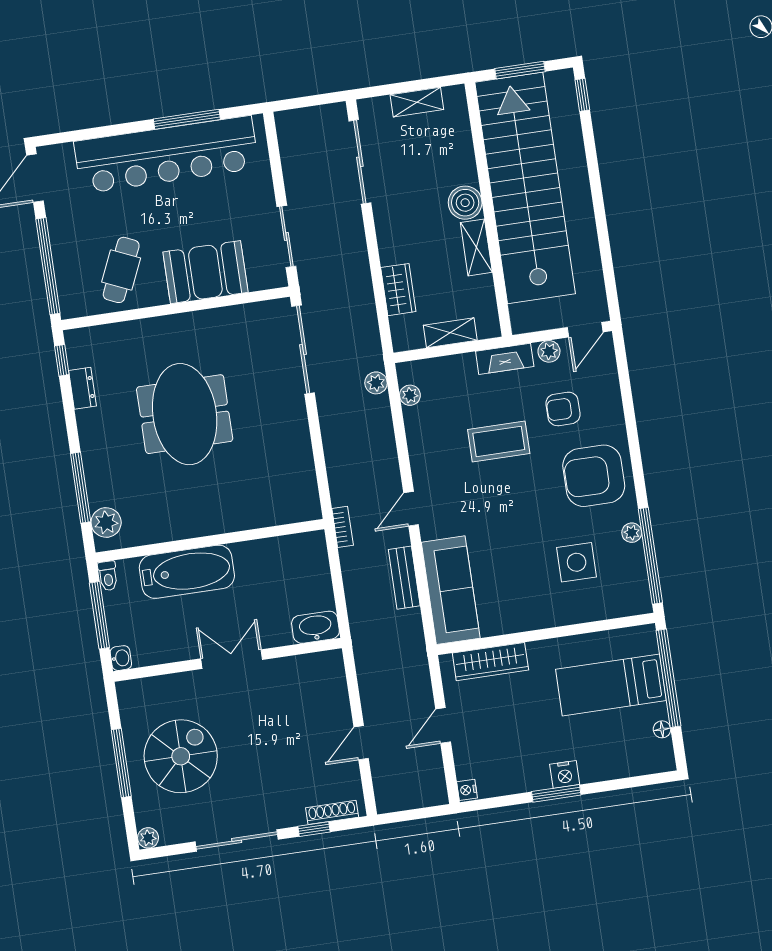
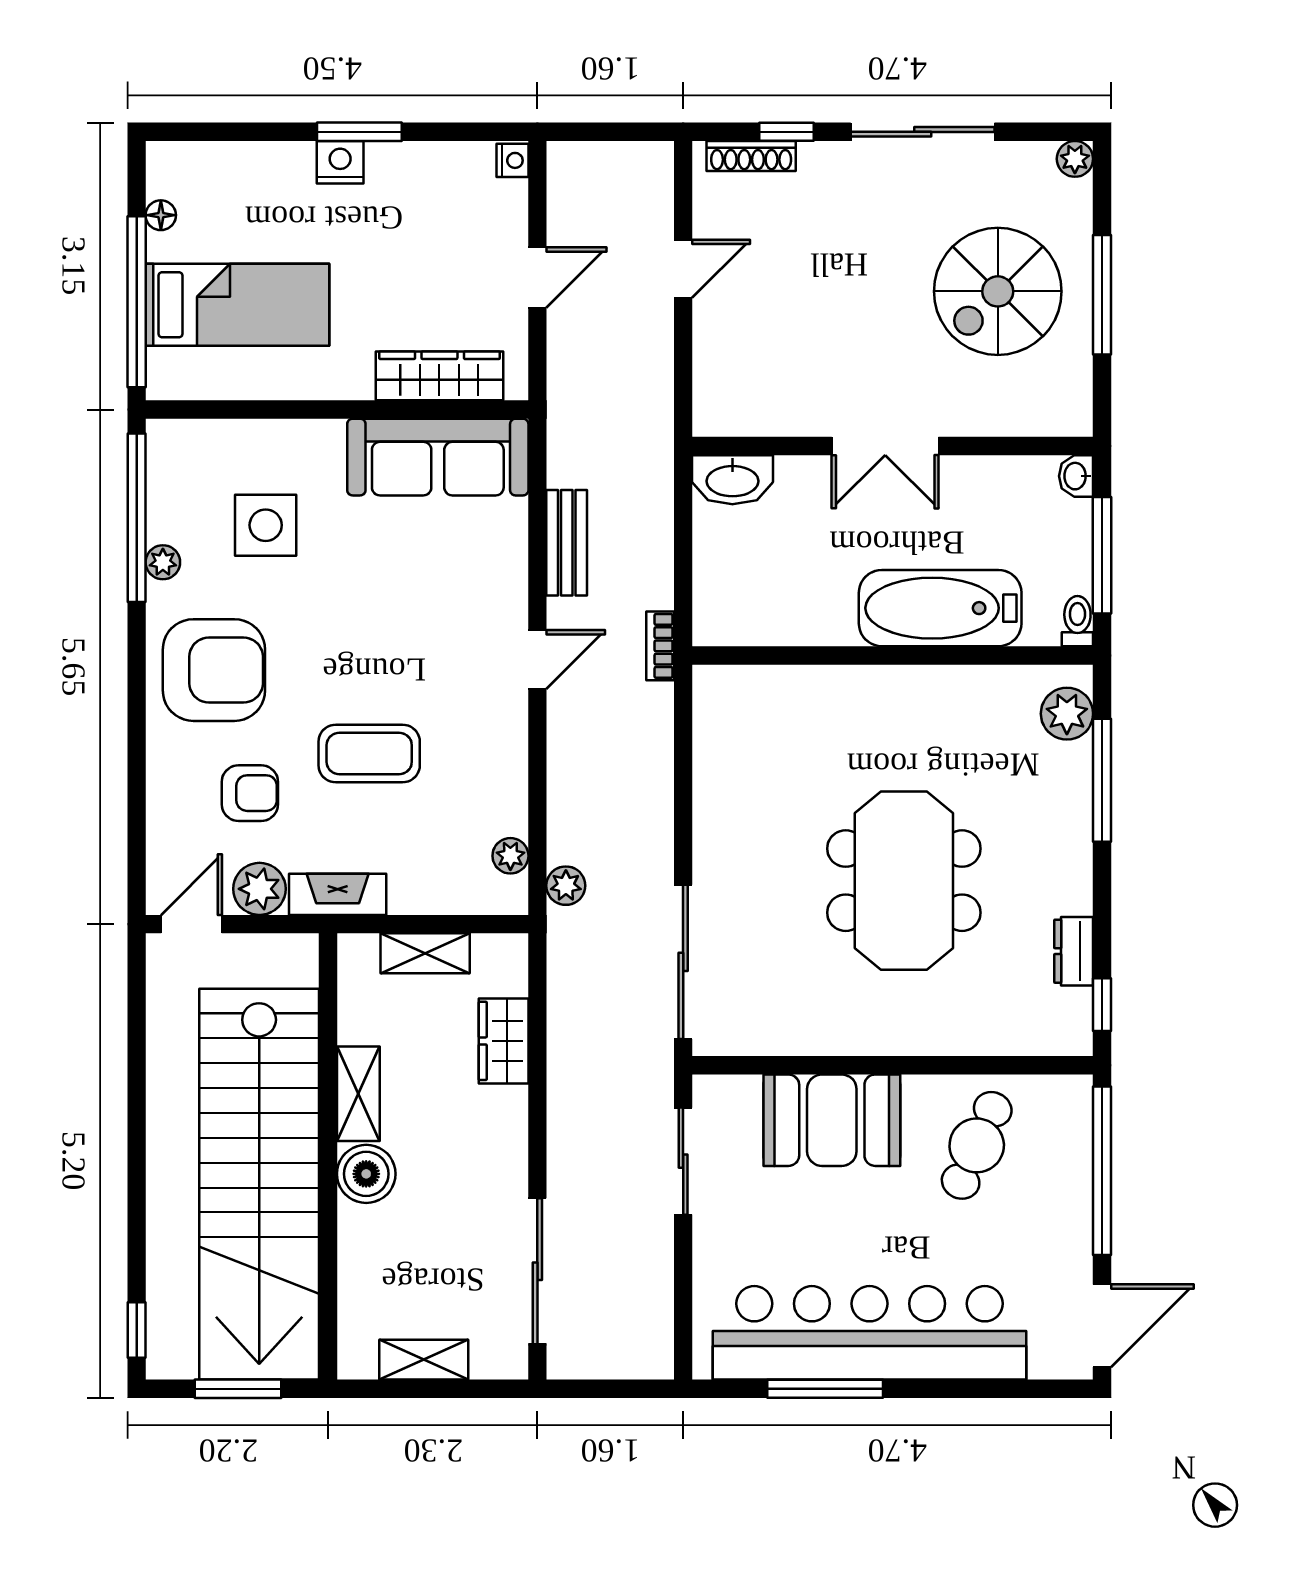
plant: (549, 351) -> (259, 889), width x1.38, depth x1.38
sofa: (451, 590) -> (438, 457), moved, turned -90

